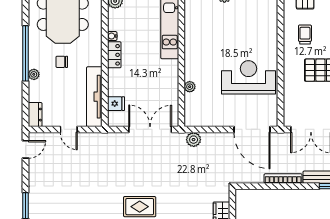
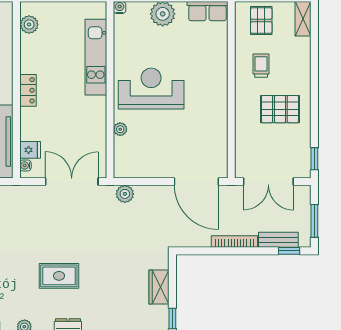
water cooler: (112, 36) -> (25, 165), moved
reception desk: (248, 77) -> (151, 89), moved

